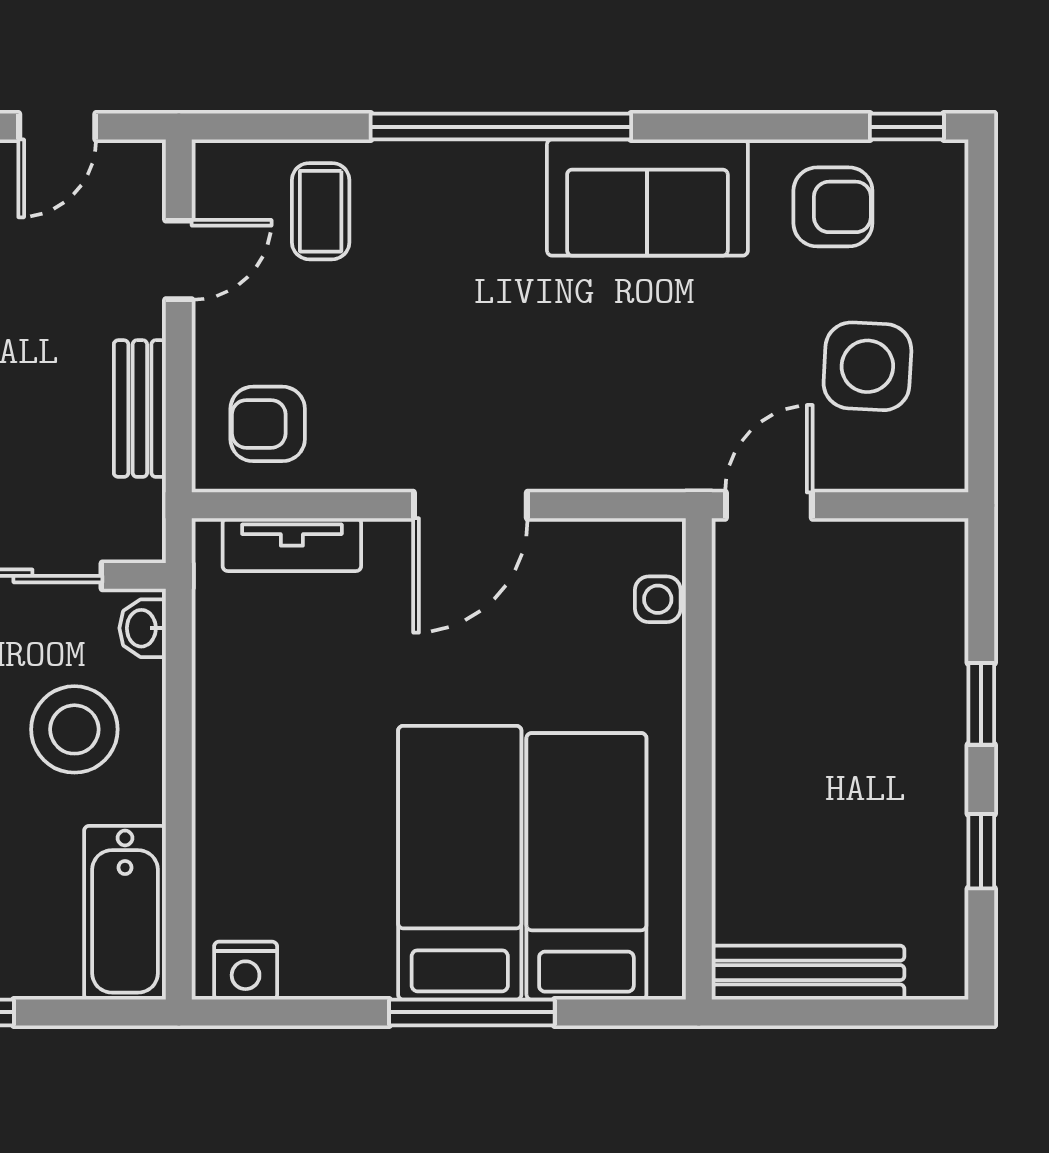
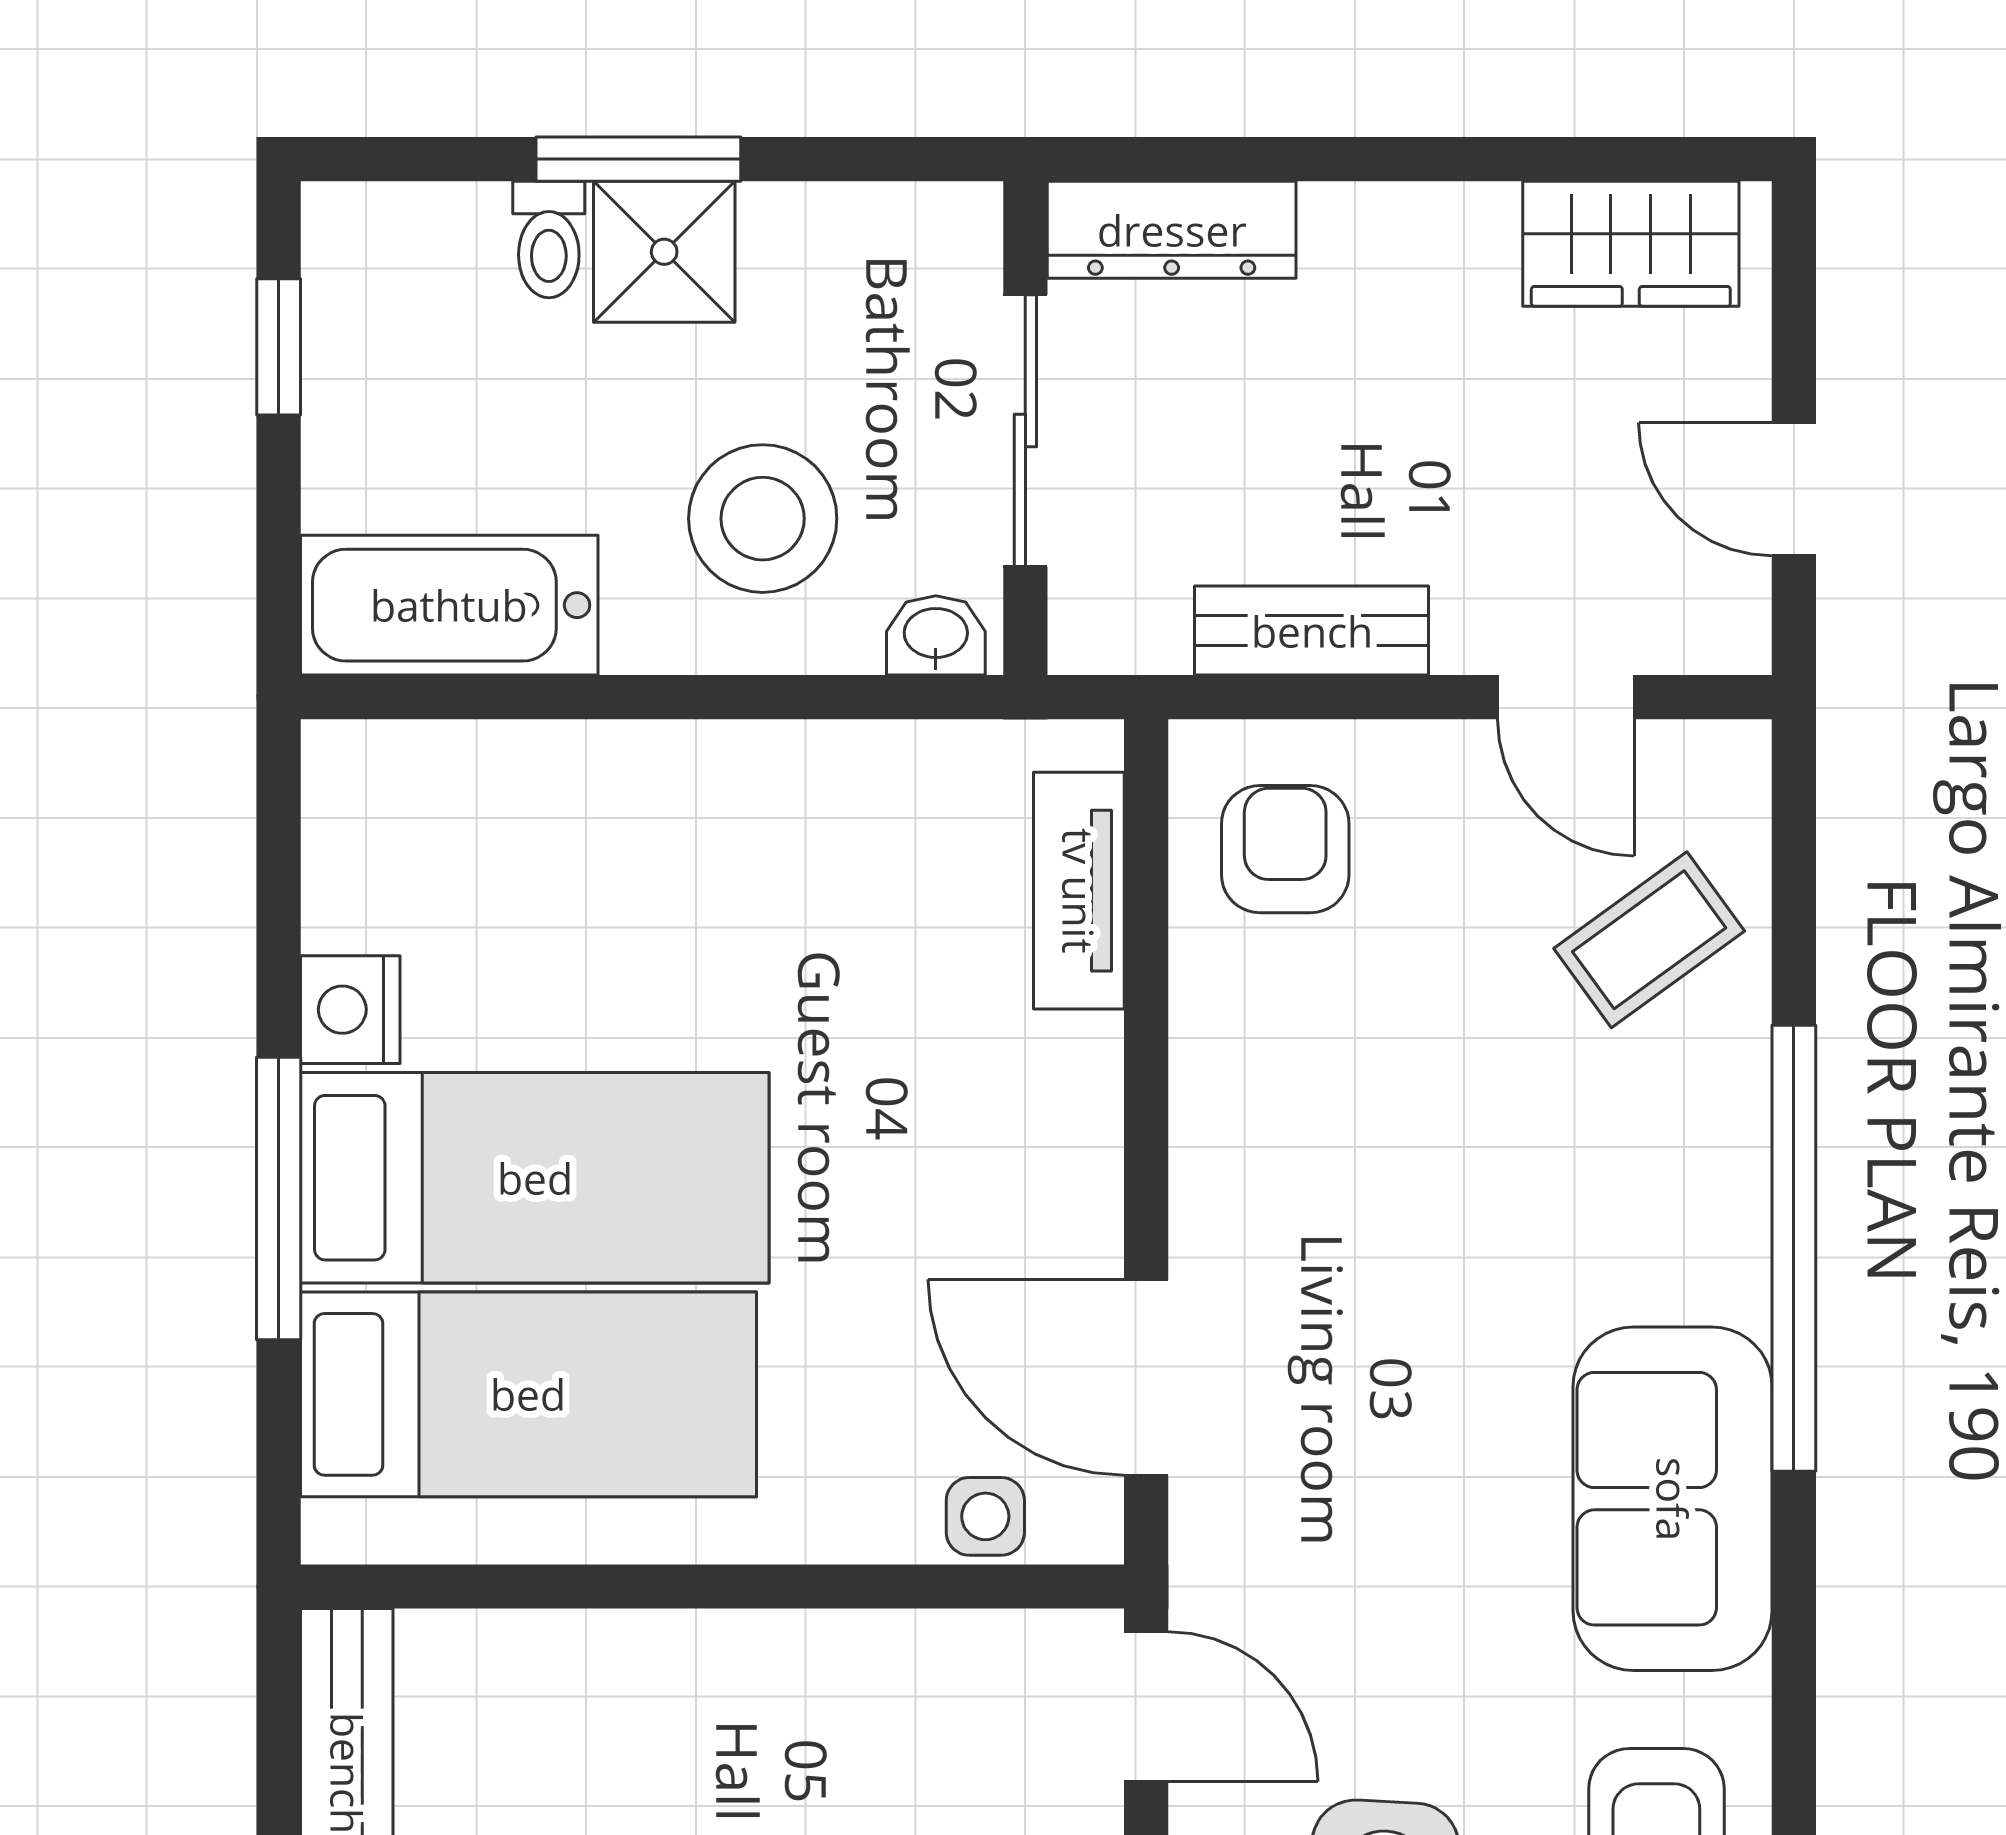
coffee table: (321, 211) -> (1649, 940), turned -36
door: (470, 505) -> (1146, 1377), moved
nightstand: (246, 971) -> (350, 1010), moved

